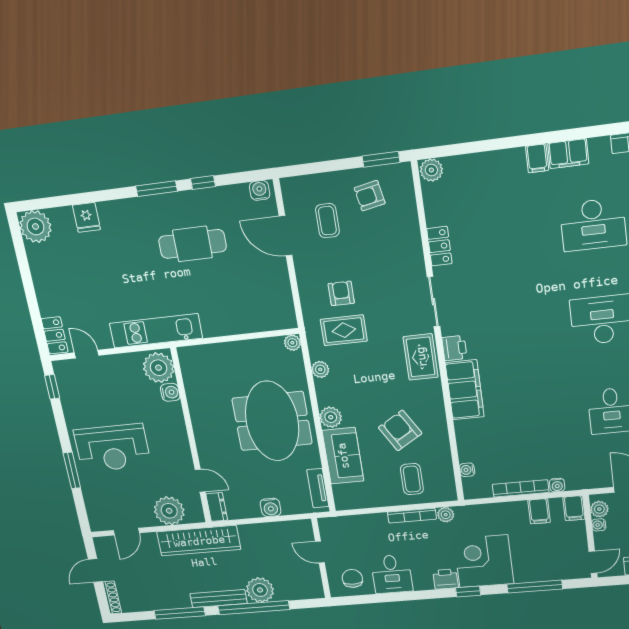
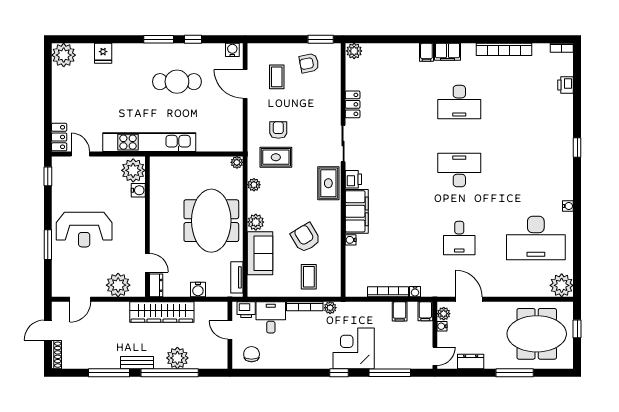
kitchen unit: (156, 331) -> (149, 142), width x1.36
water cooler: (467, 470) -> (351, 240), moved
wardrobe: (199, 541) -> (162, 312), moved
desk: (392, 574) -> (271, 317), moved, turned 180
printer: (446, 579) -> (246, 310), moved, turned 180
bench: (219, 599) -> (137, 363), width x0.73

